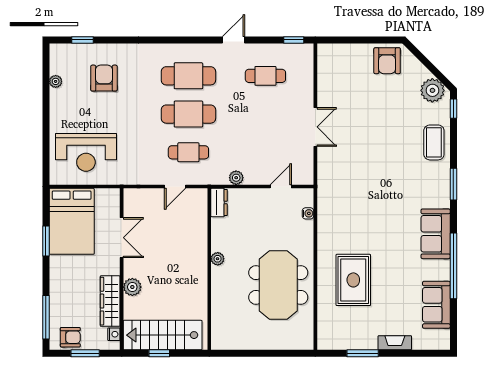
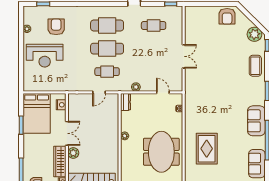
reception desk: (86, 152) -> (45, 56), moved
door: (281, 186) -> (163, 92), hinge flipped
nightstand: (112, 207) -> (61, 105), added
double door: (122, 238) -> (67, 133), moved

